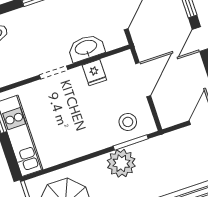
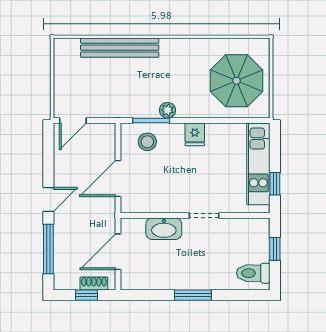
fridge: (94, 73) -> (195, 134), moved, turned 180
plant: (121, 163) -> (167, 110), width x0.53, depth x0.53

